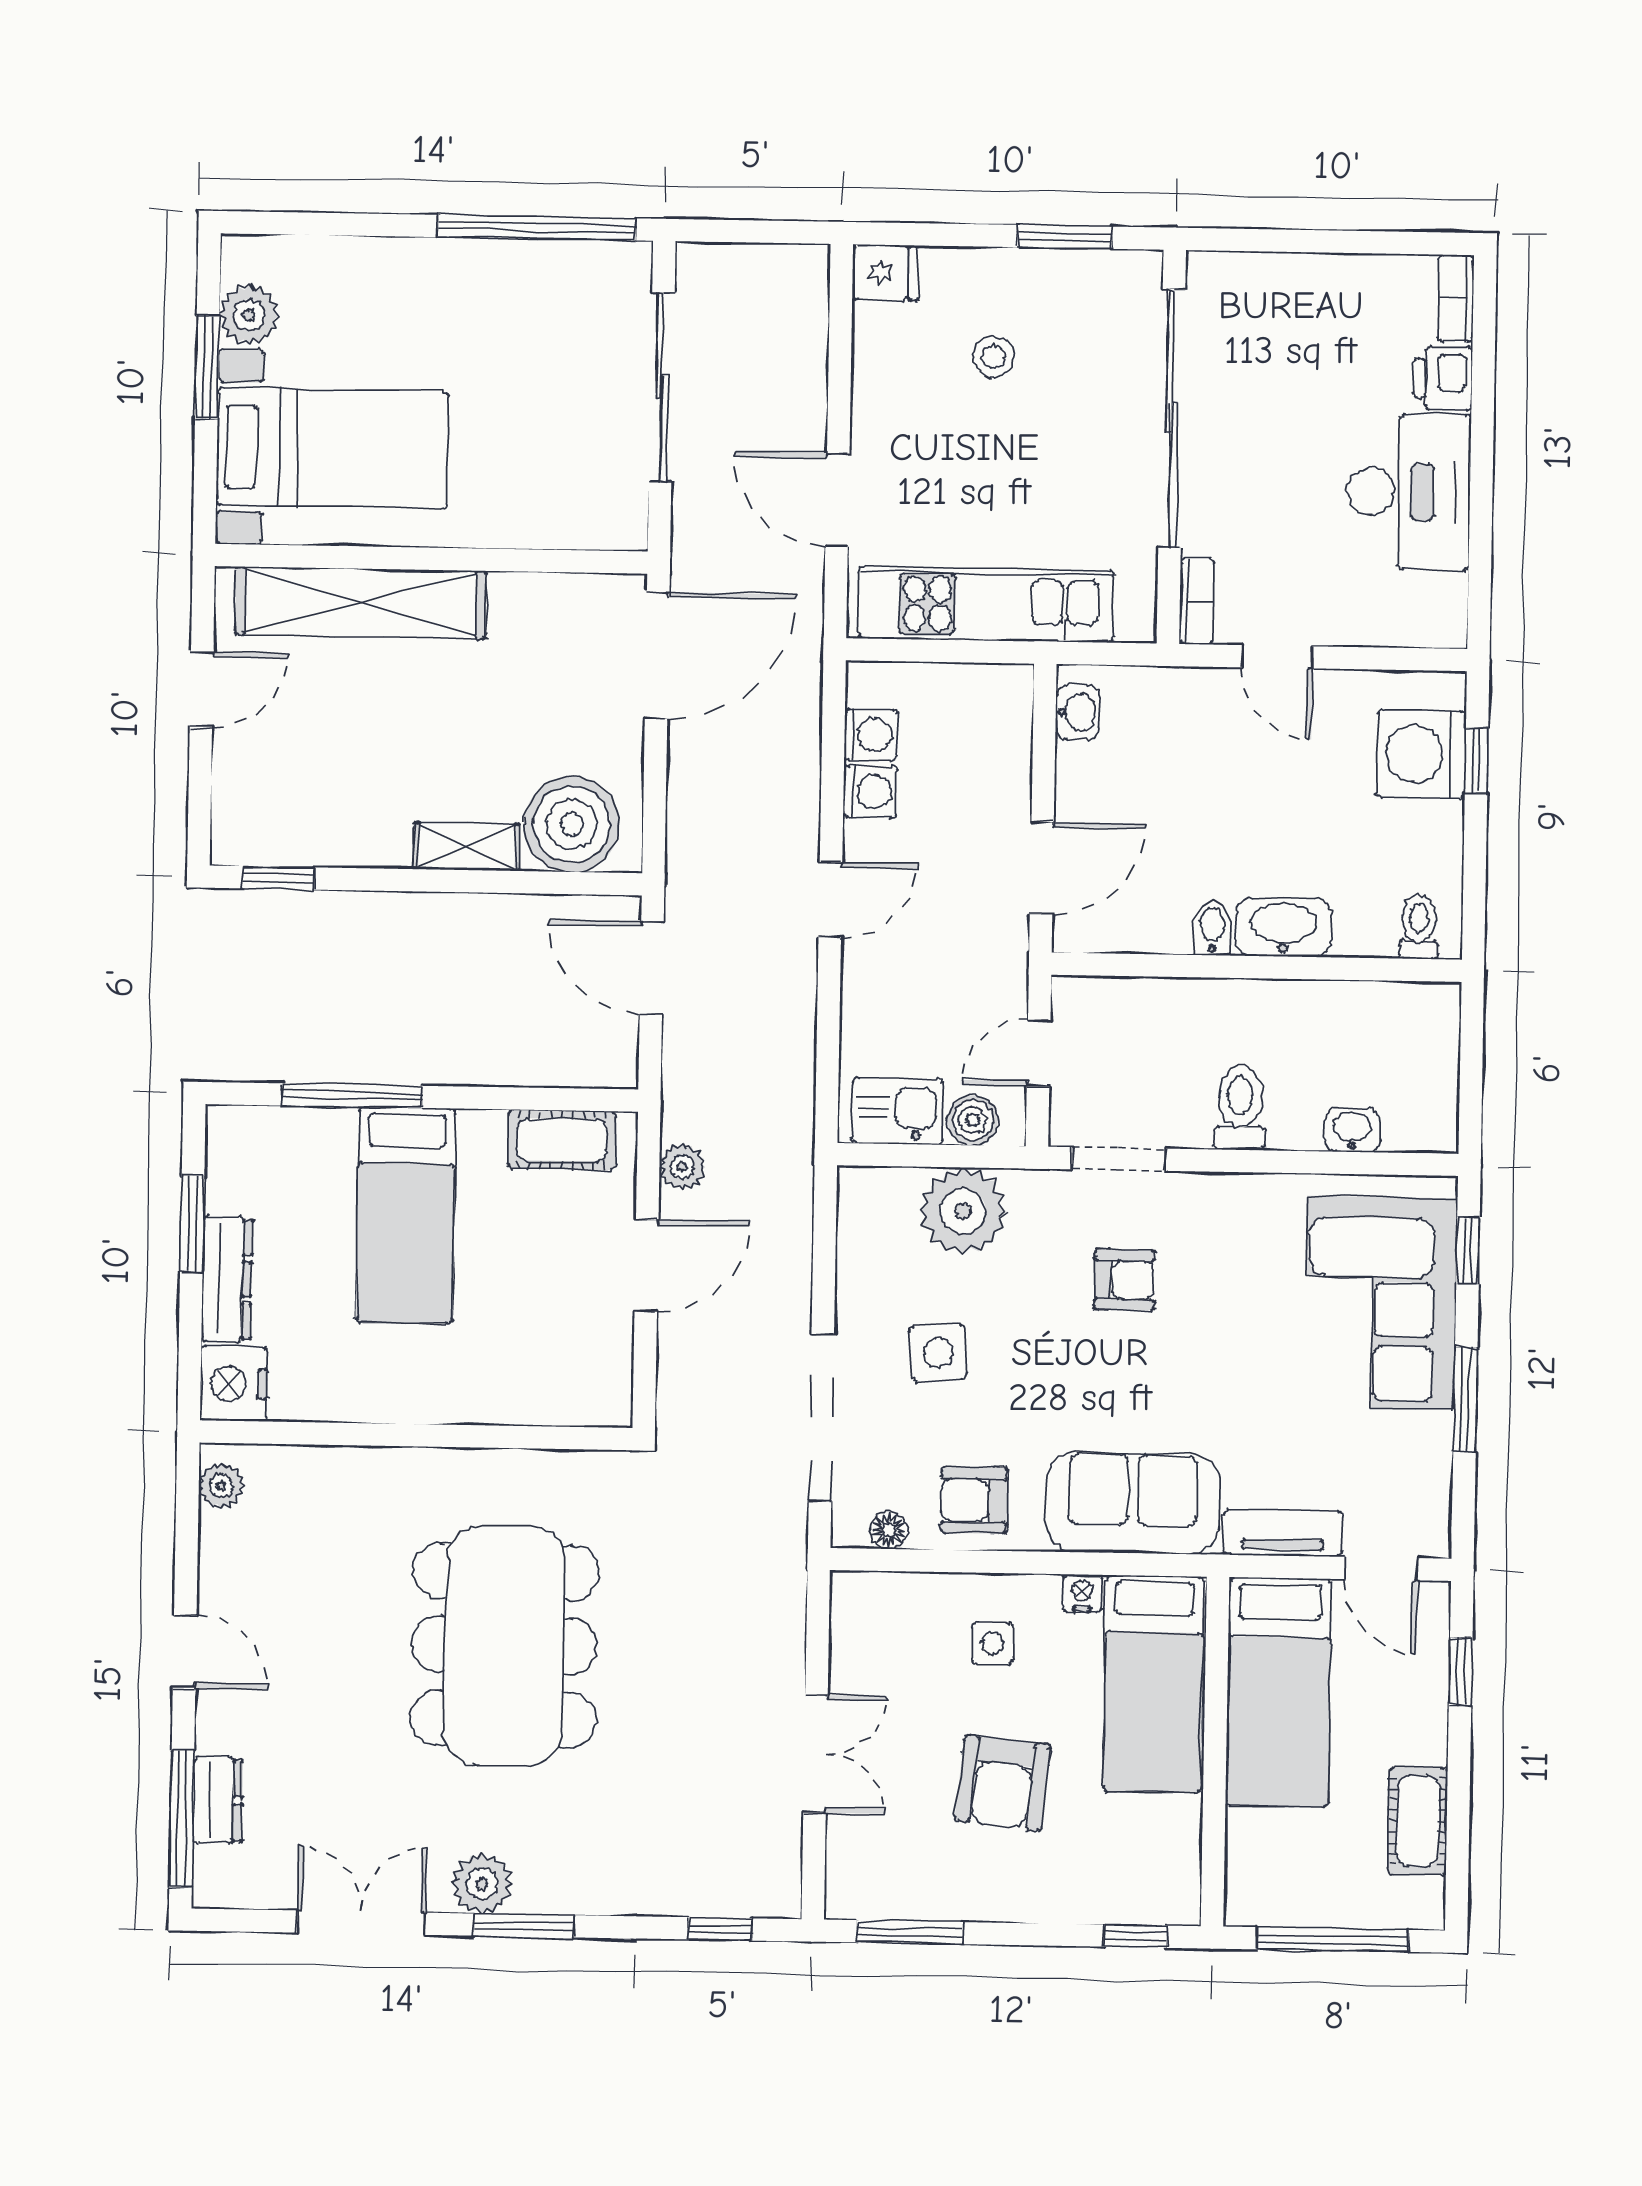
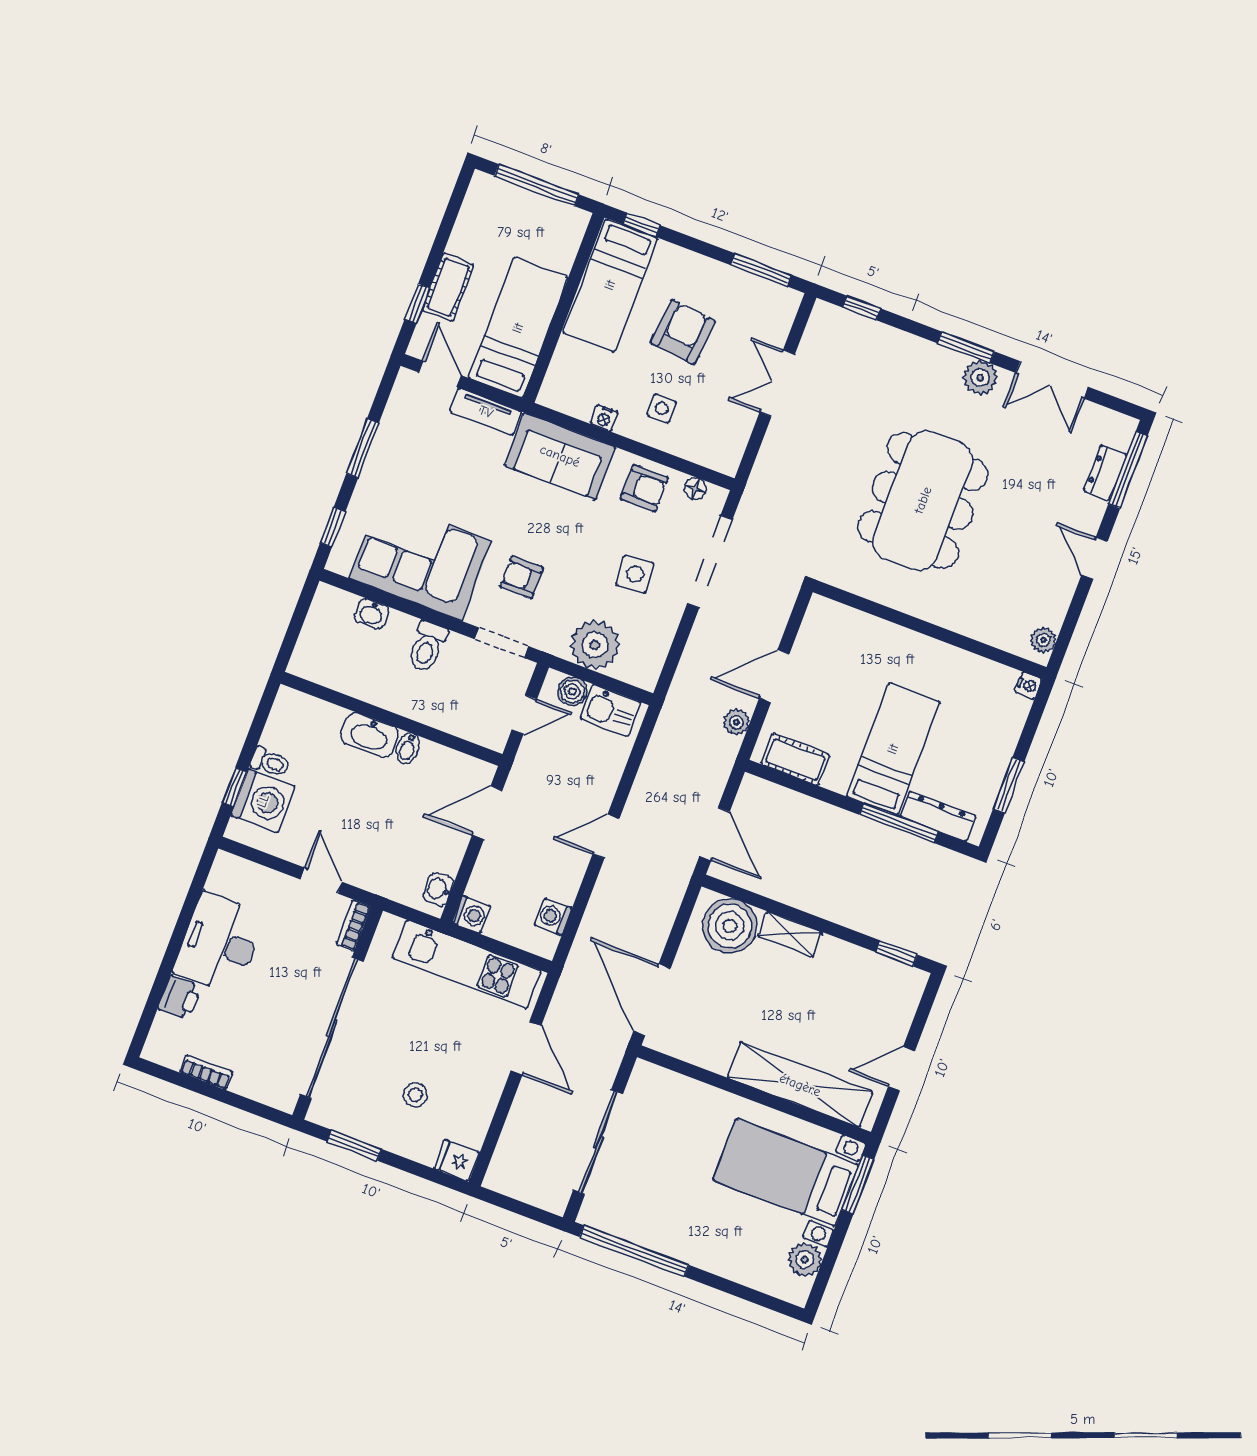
bookcase: (1456, 298) -> (206, 1072), moved, turned -90
window: (207, 367) -> (858, 1185), moved
door: (657, 655) -> (652, 1000), hinge flipped
washing machine: (870, 792) -> (471, 915), moved, turned 180
toilet: (1419, 927) -> (270, 762), moved, turned -90
dresser: (227, 1279) -> (938, 816), moved, turned 90
corner sofa: (1381, 1303) -> (420, 560), moved, turned -90
nightstand: (234, 1384) -> (1028, 686), width x0.53, depth x0.56
bed: (1153, 1684) -> (610, 285), moved, turned 180
cot: (1418, 1821) -> (448, 287), moved

